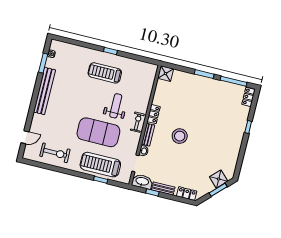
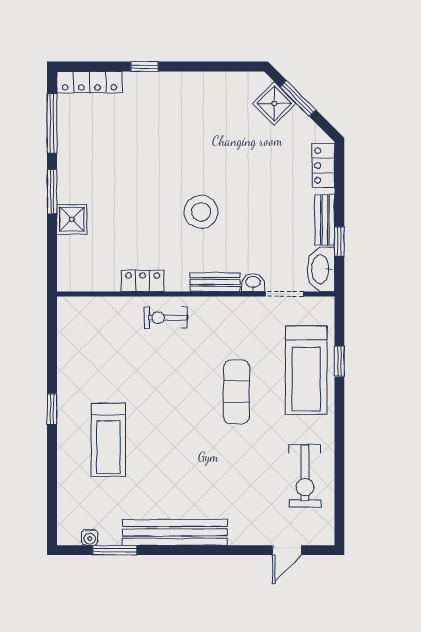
treadmill: (105, 73) -> (108, 440), moved
shower: (165, 74) -> (72, 219), moved
locker: (248, 97) -> (89, 82), width x1.53
weight bench: (116, 106) -> (169, 368), removed
locker: (154, 114) -> (143, 281), moved
exercise bike: (137, 122) -> (166, 318), moved
exercise mat: (98, 132) -> (236, 392), width x0.50, depth x0.69
door: (25, 137) -> (287, 550), swing flipped
exercise bike: (55, 153) -> (305, 476), turned 180

